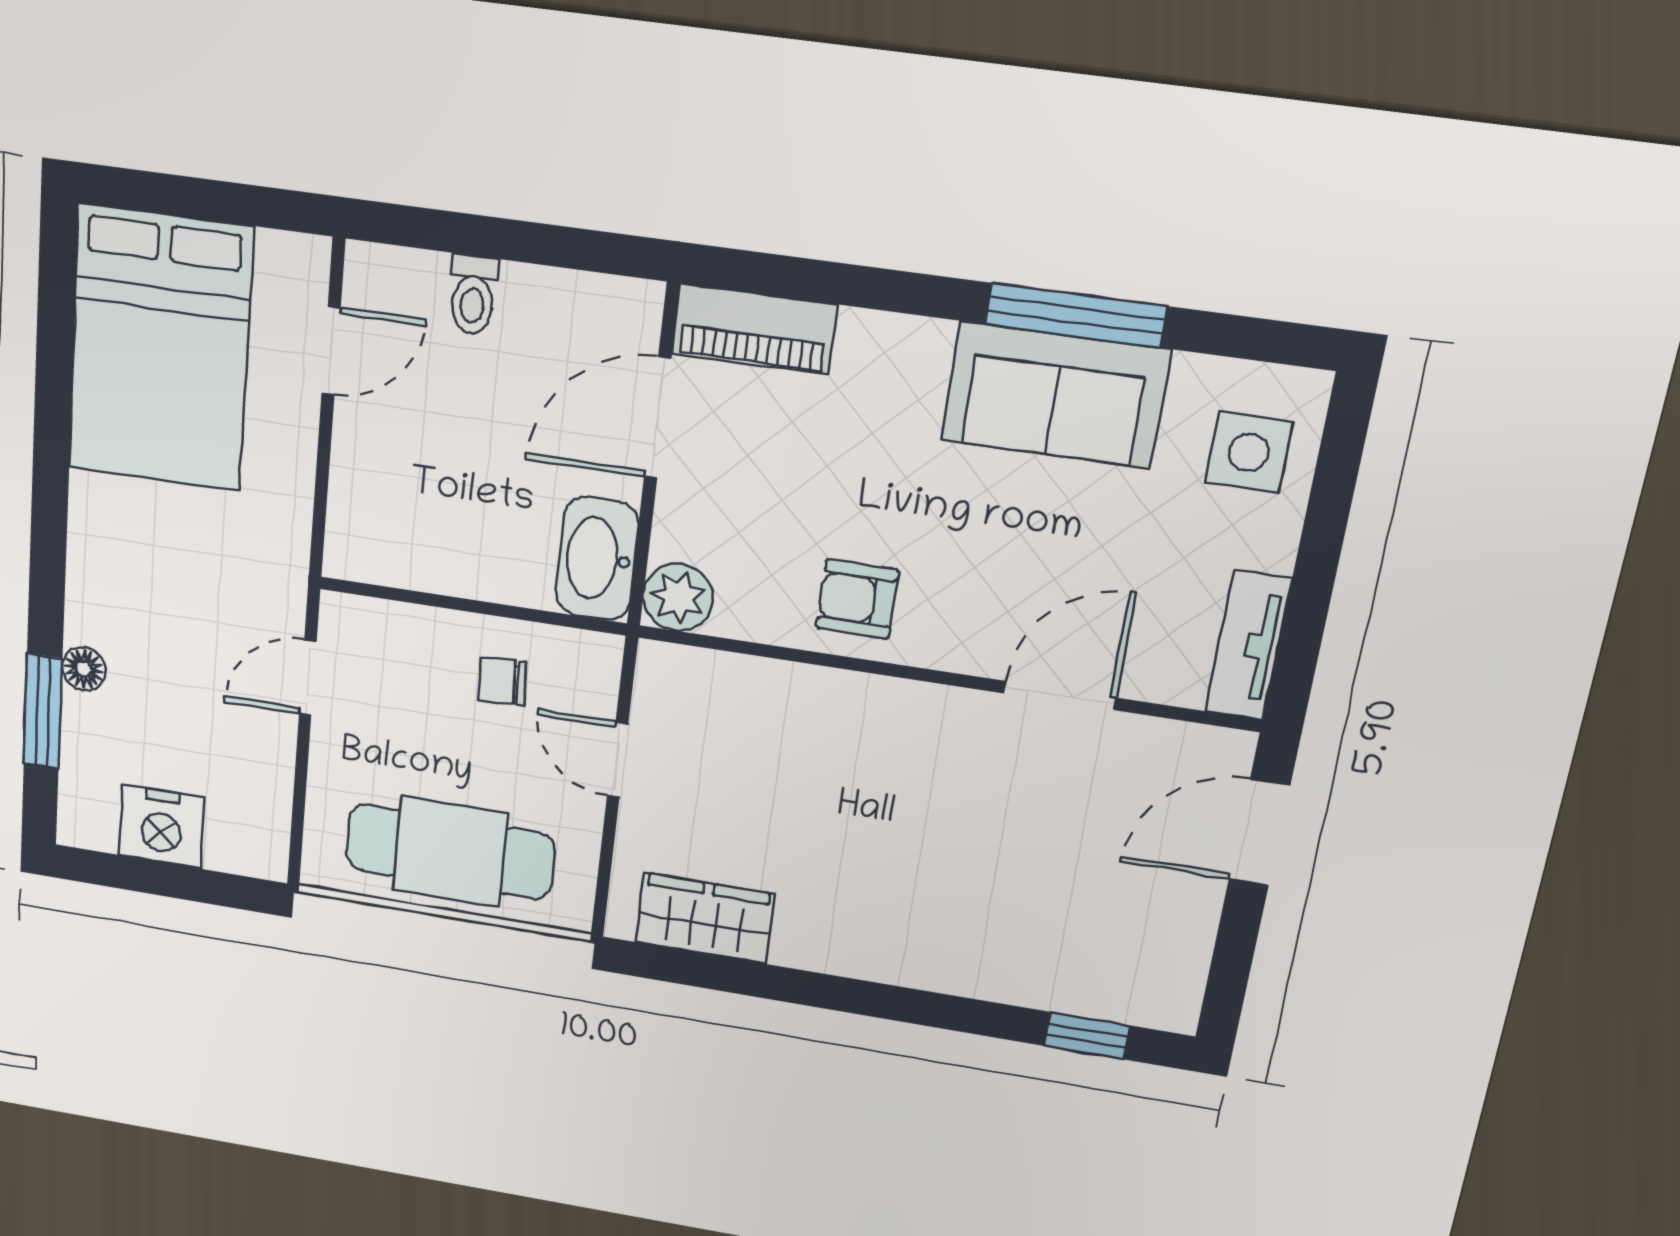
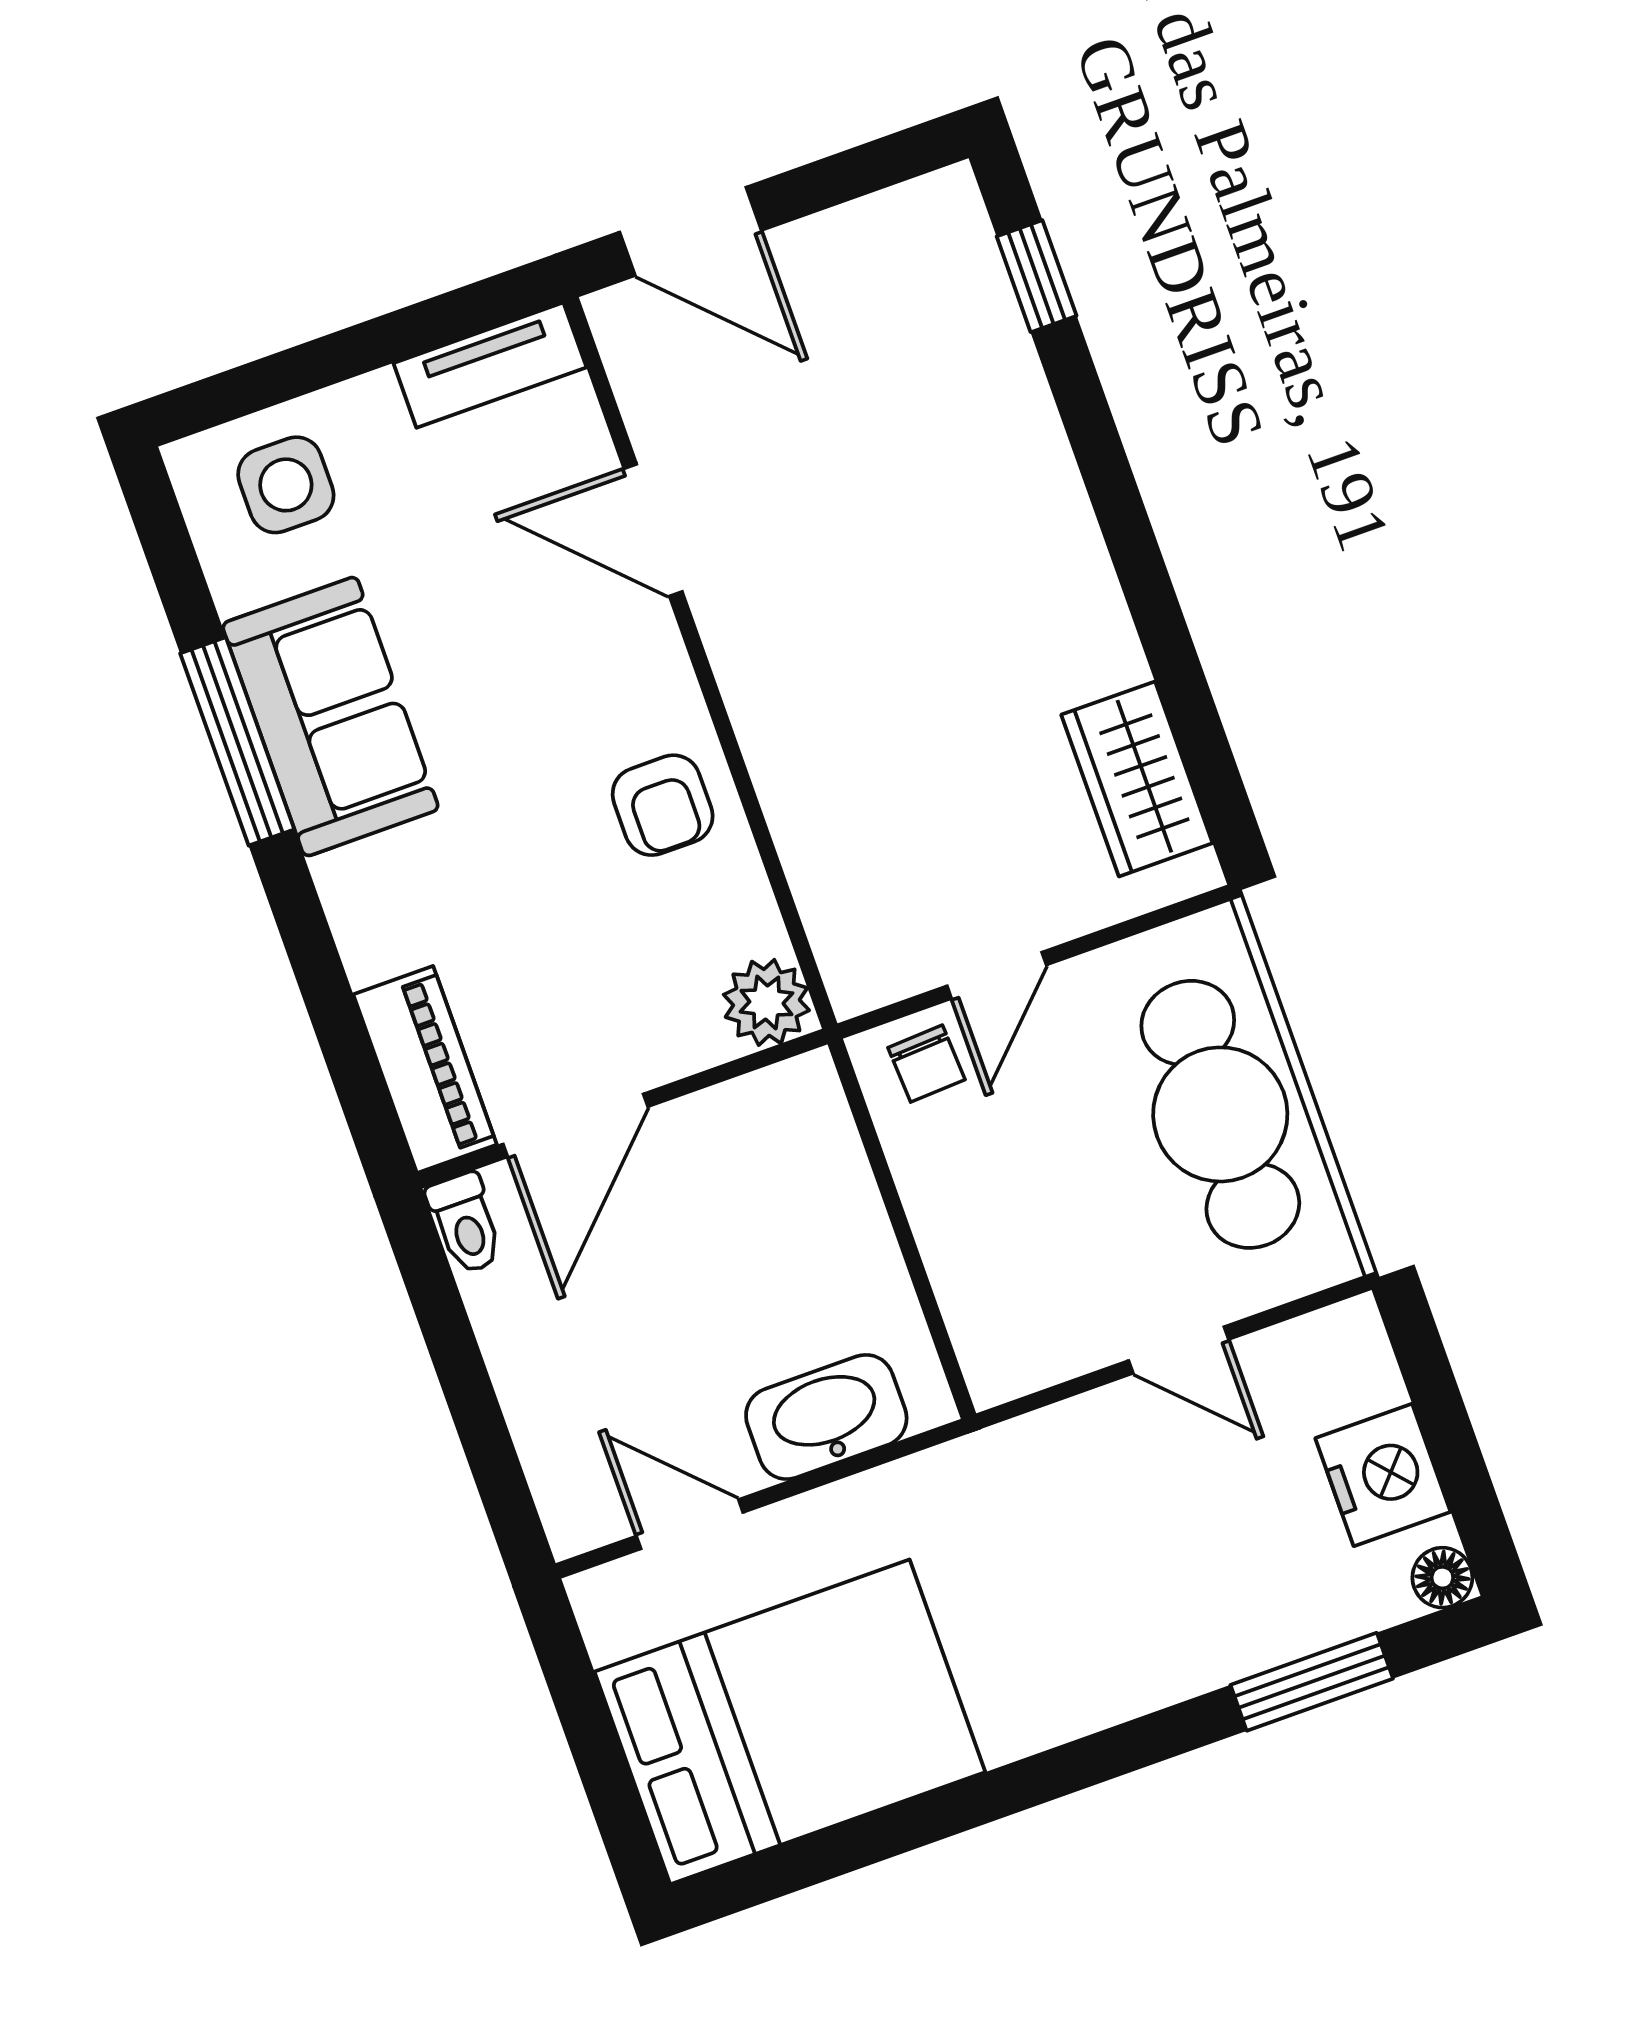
toilet: (473, 295) -> (465, 1223), moved, turned 90
door: (658, 418) -> (576, 1125), hinge flipped
washbasin: (597, 559) -> (826, 1417), moved, turned 180
floor lamp: (84, 669) -> (1442, 1578), moved
door: (308, 678) -> (1179, 1350), moved
chair: (502, 681) -> (926, 1064), moved

